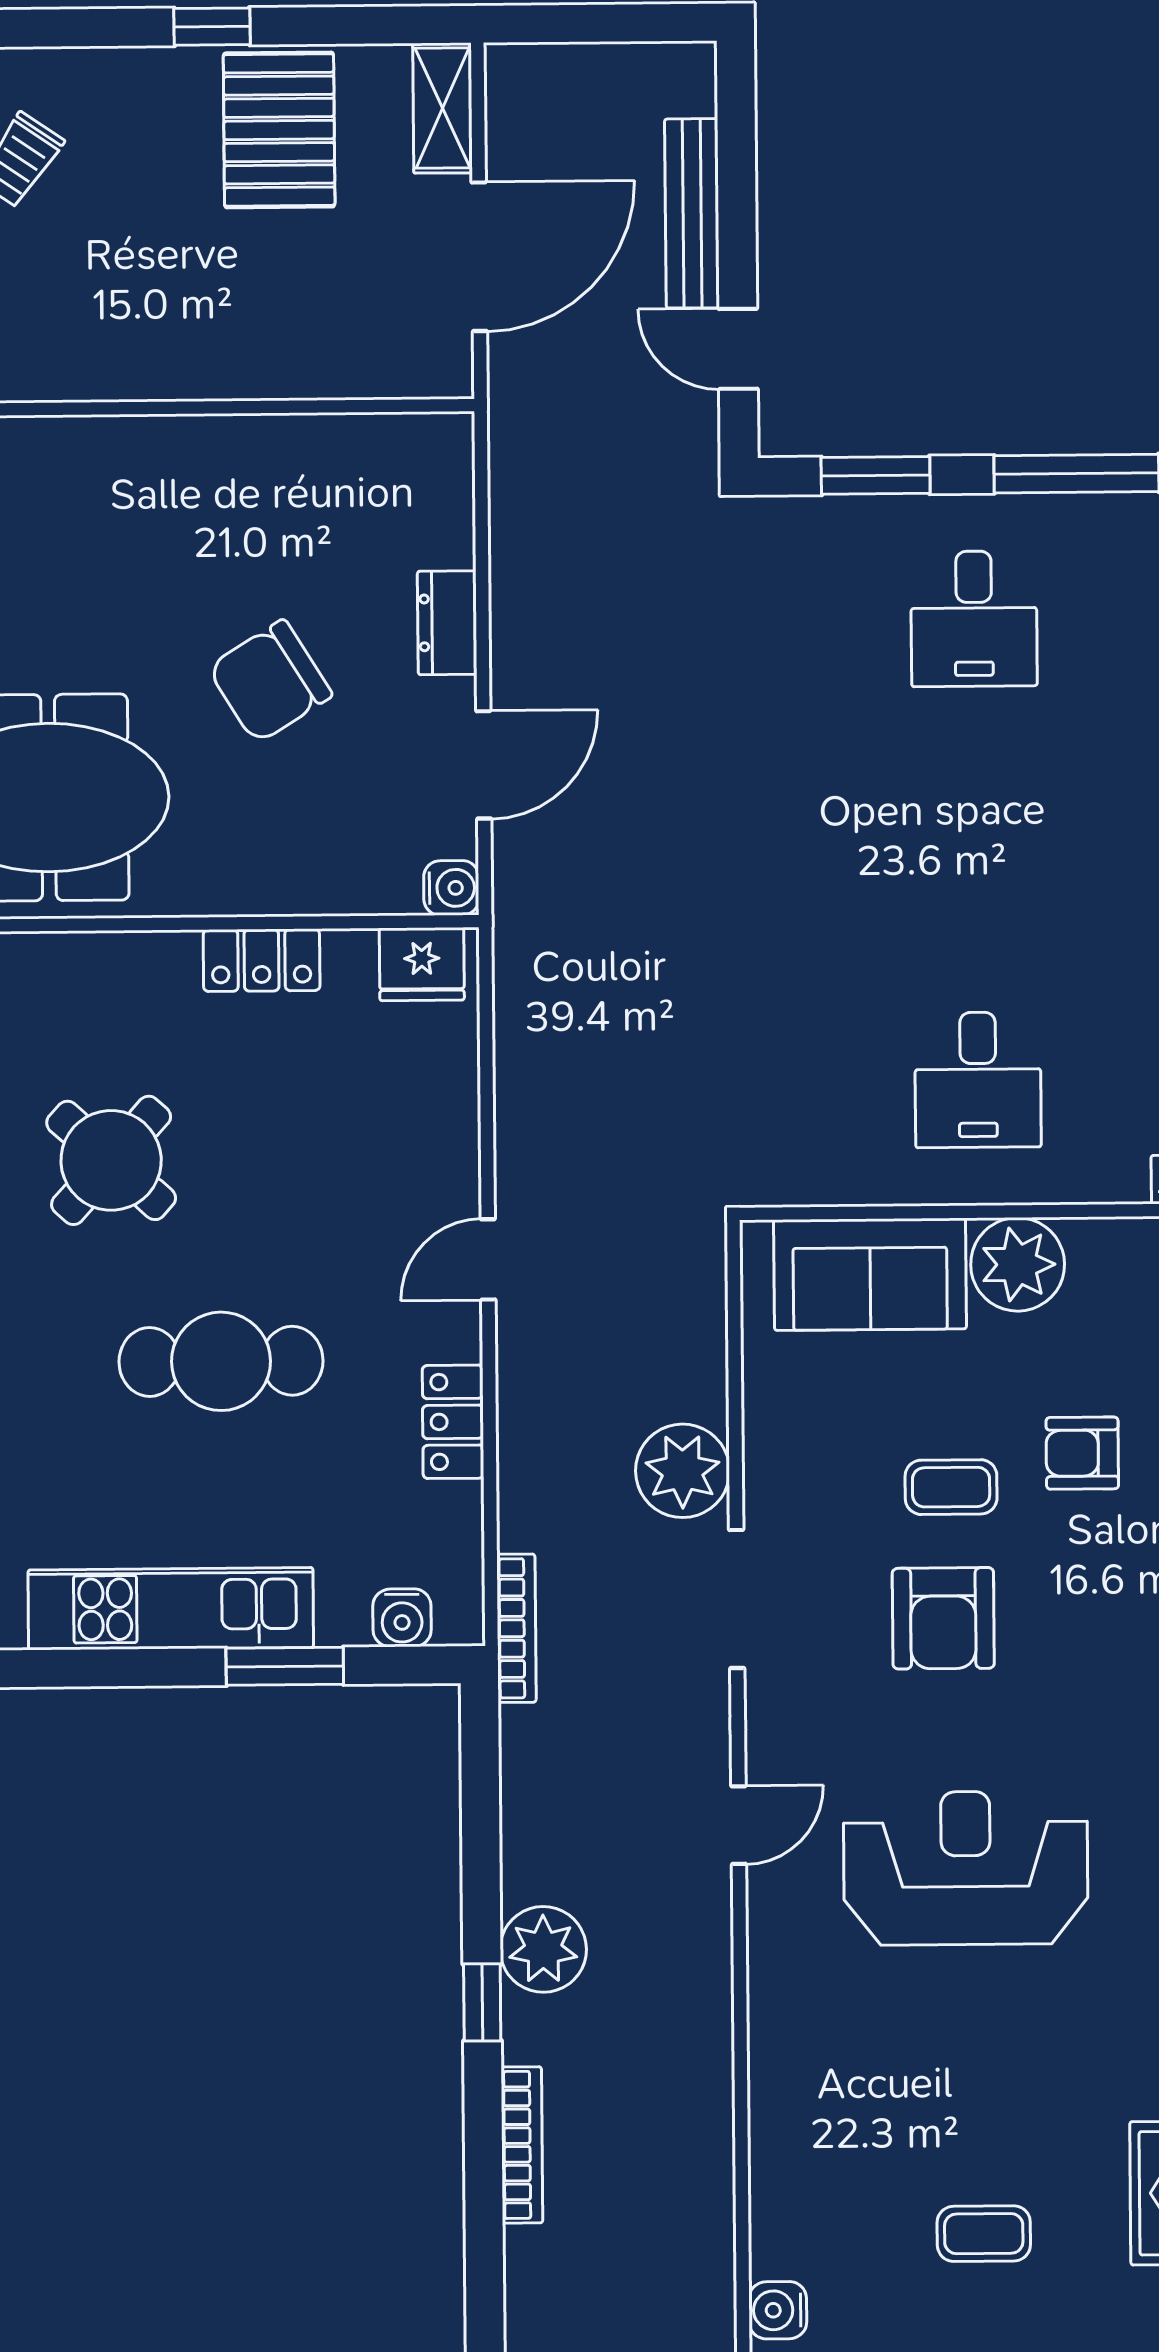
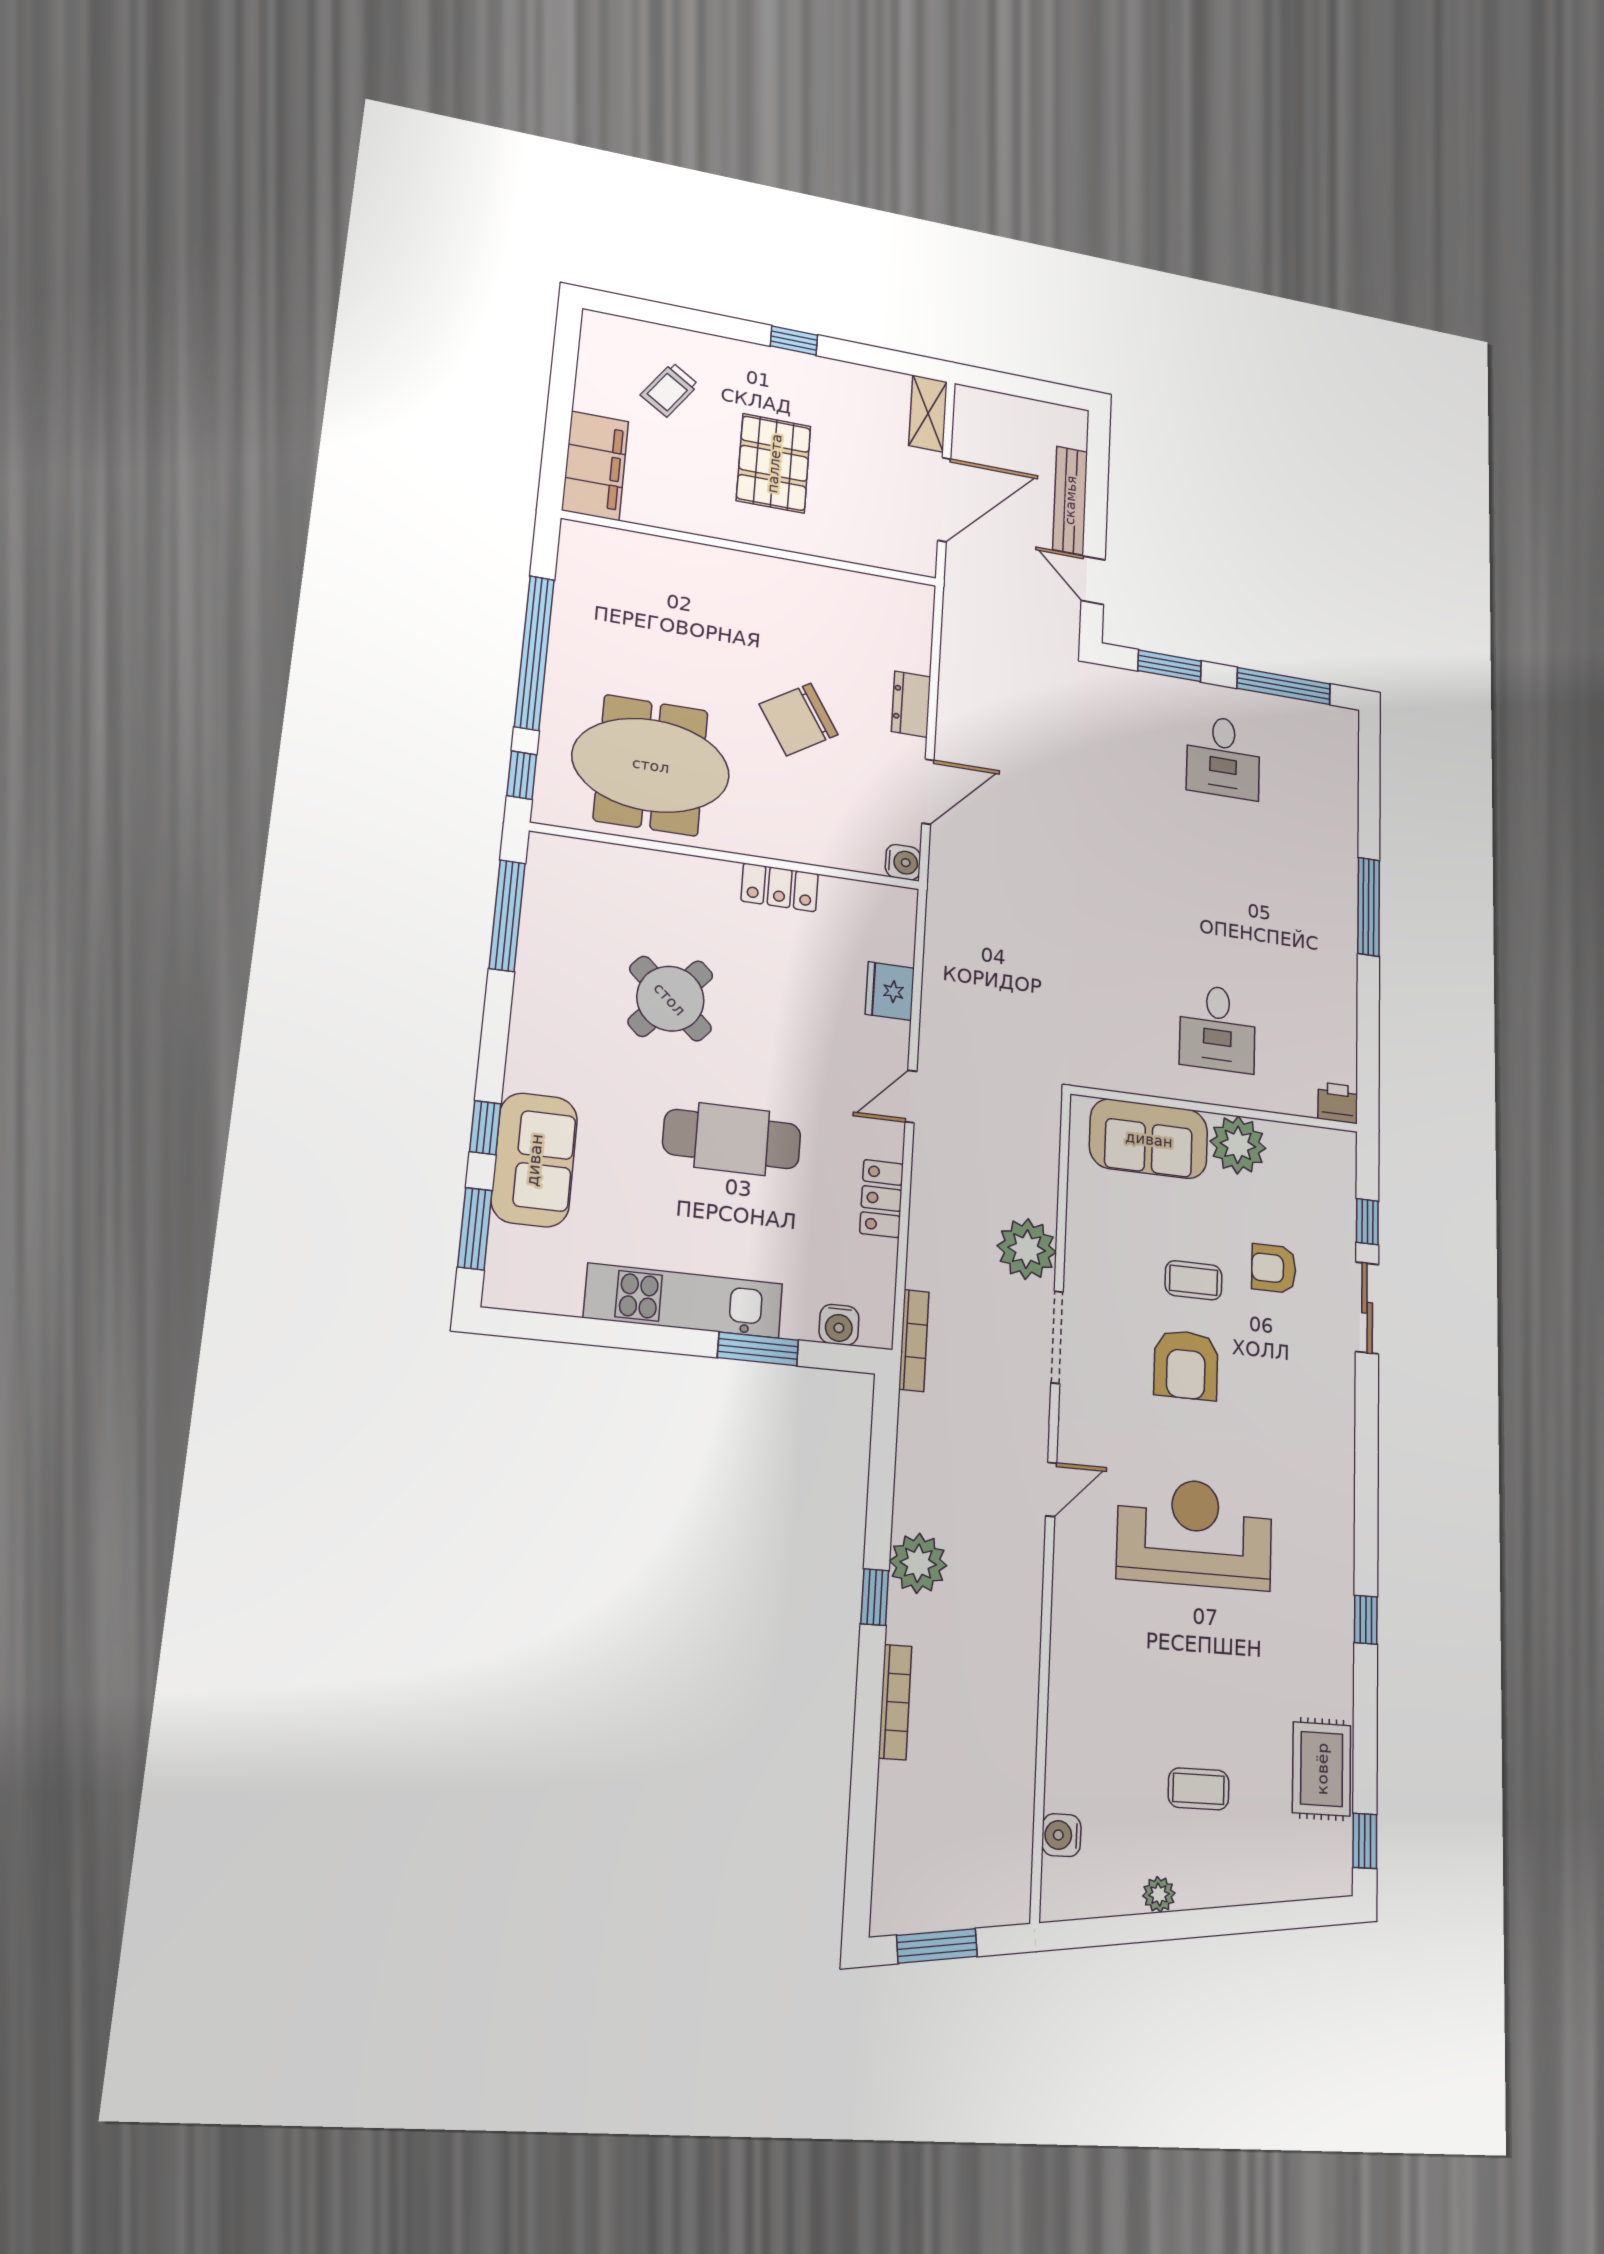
pallet: (279, 130) -> (774, 463), moved
fridge: (422, 964) -> (890, 991), moved, turned 90

